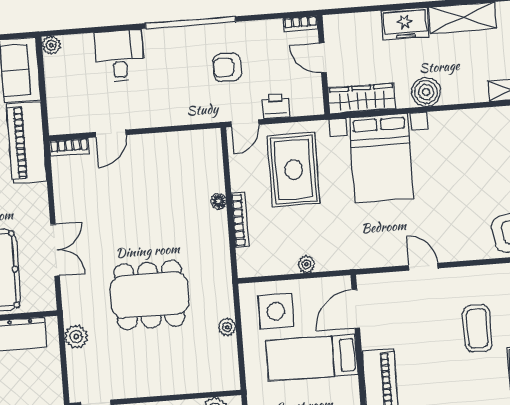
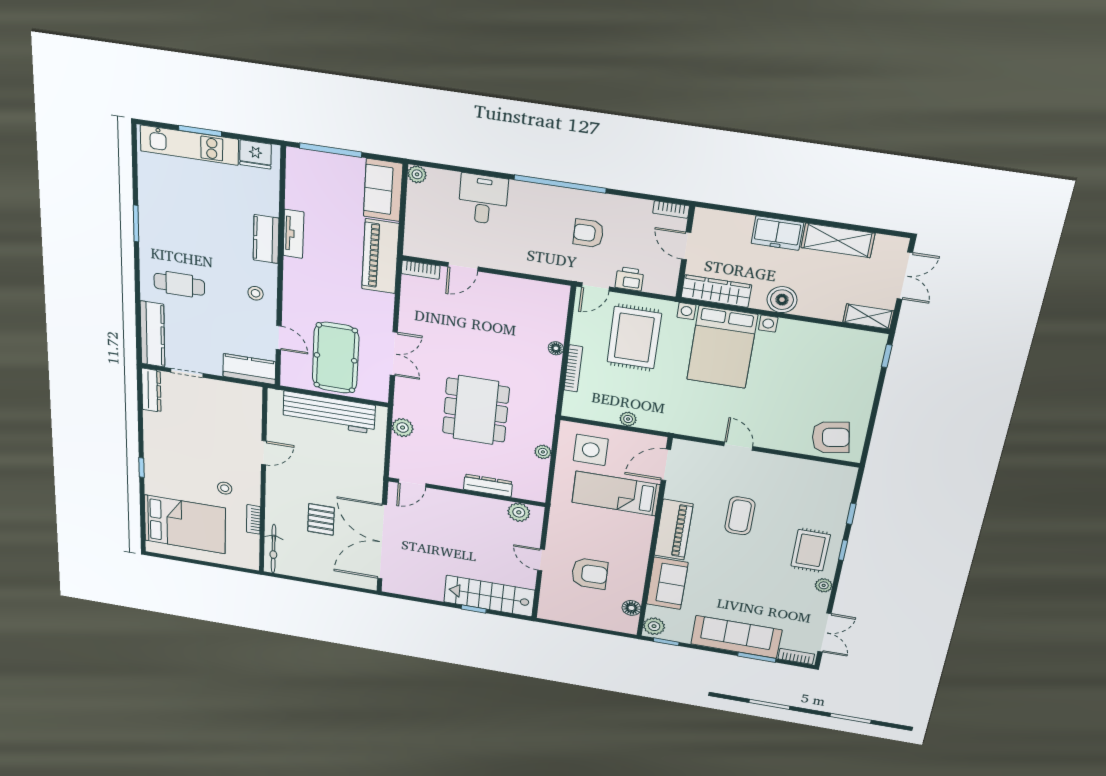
dining table: (149, 295) -> (476, 410), turned 90
coffee table: (477, 328) -> (740, 516), moved
dresser: (177, 384) -> (488, 486), added

